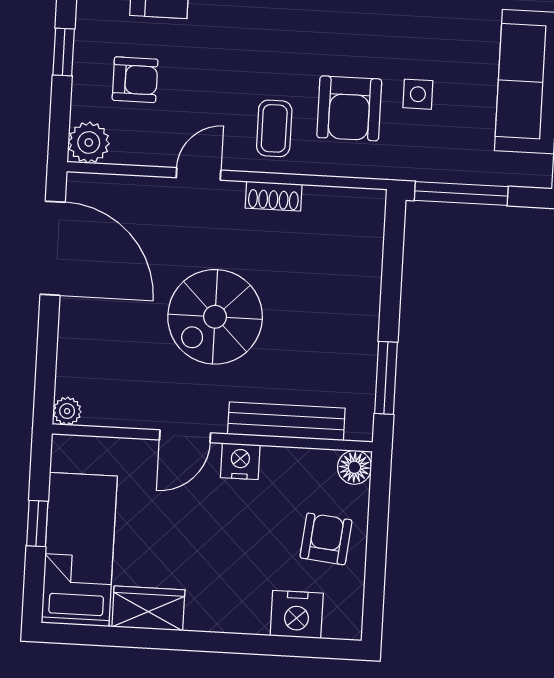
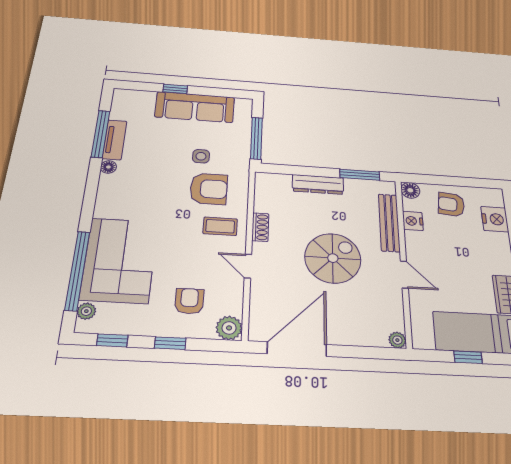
dresser: (363, 301) -> (318, 184), added
spiral stairs: (215, 317) -> (333, 258), turned -90
nightstand: (240, 461) -> (413, 221), moved

